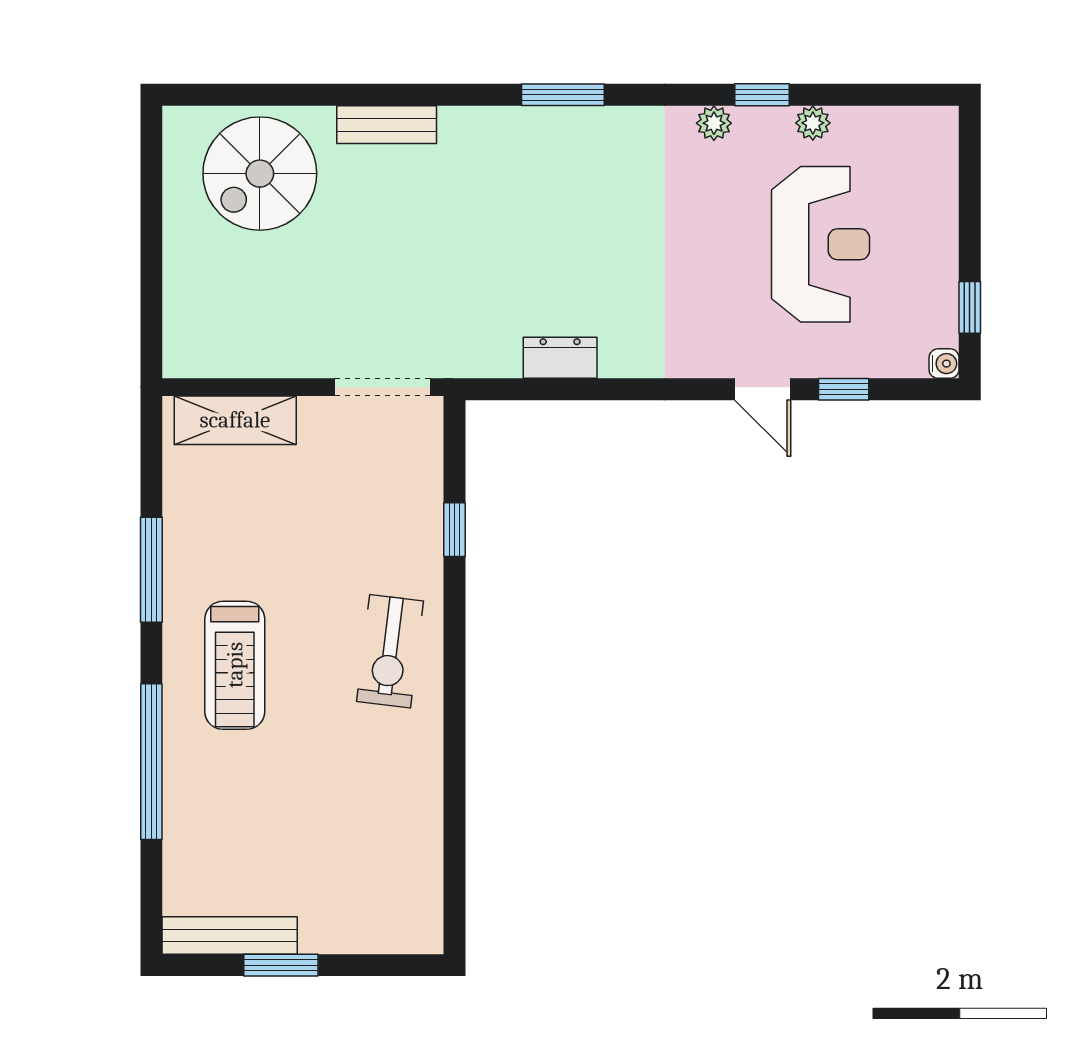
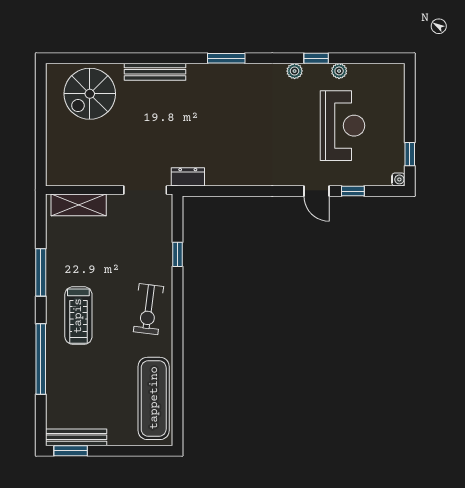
bench: (387, 125) -> (155, 72), width x1.36
dresser: (560, 358) -> (188, 177), moved
exercise mat: (402, 849) -> (154, 398), added
window: (281, 965) -> (71, 451), moved

